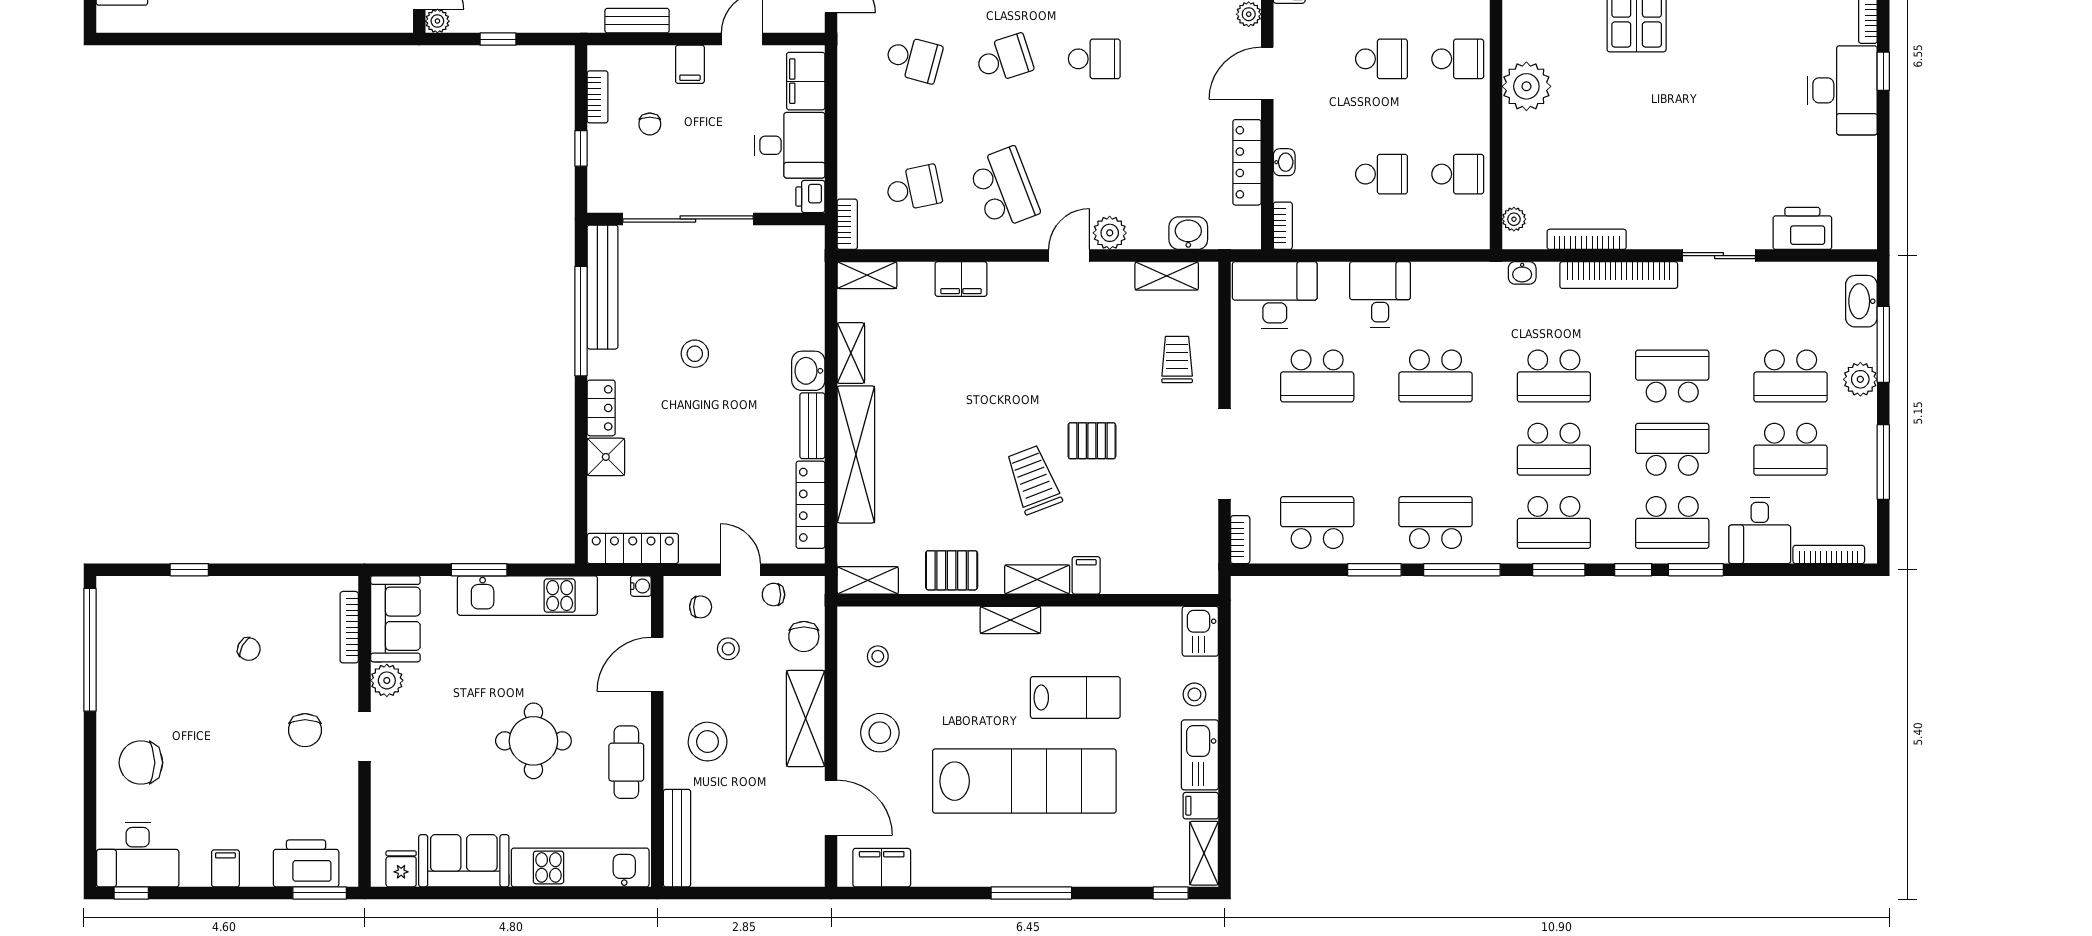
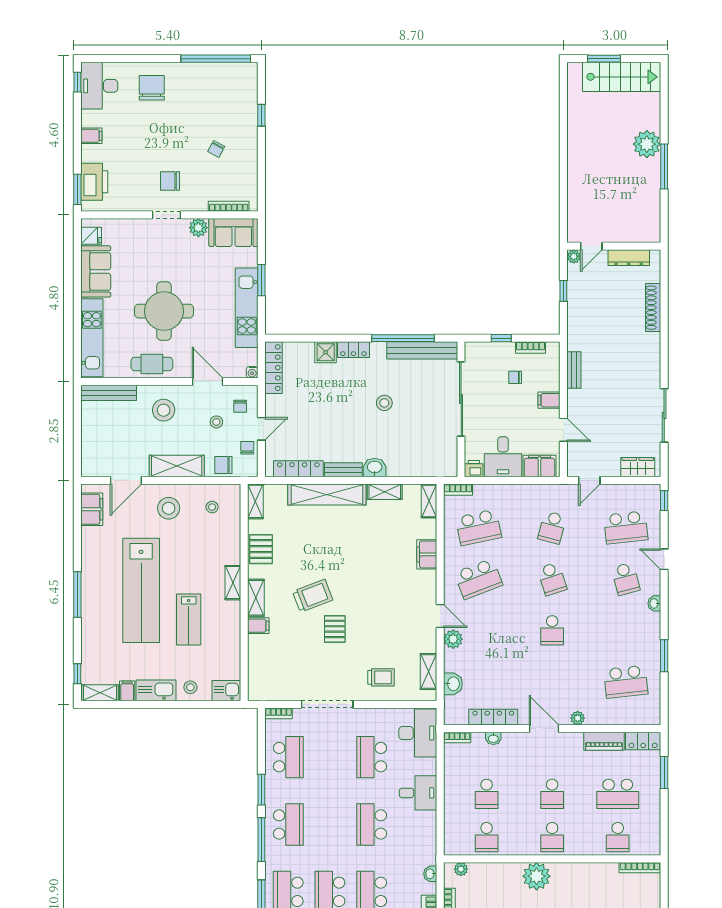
school desk: (914, 188) -> (479, 527), width x1.85
round table: (533, 741) -> (164, 311), width x1.36, depth x1.36

